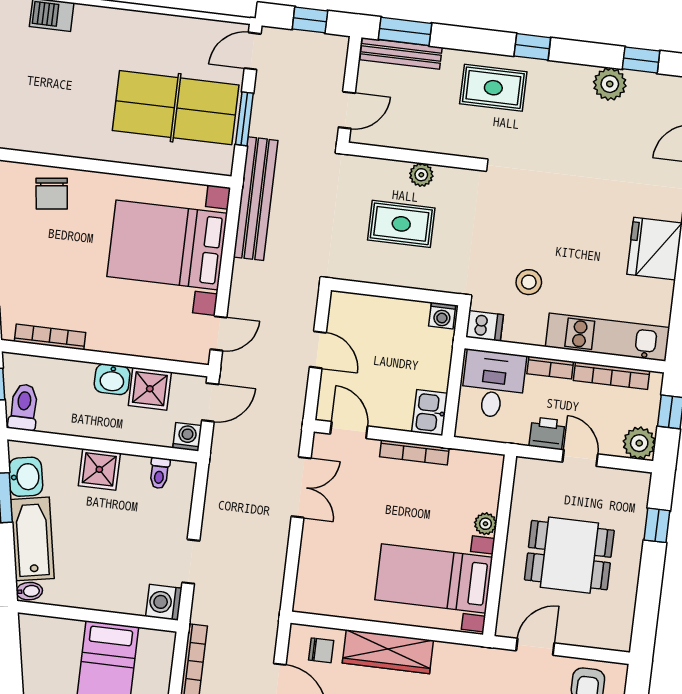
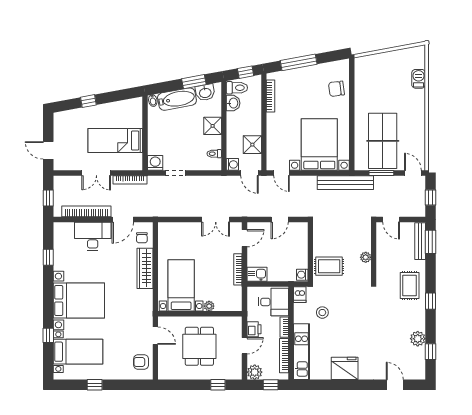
rug: (401, 224) -> (329, 266), moved, turned 90
washbasin: (112, 379) -> (233, 103), moved, turned 180

